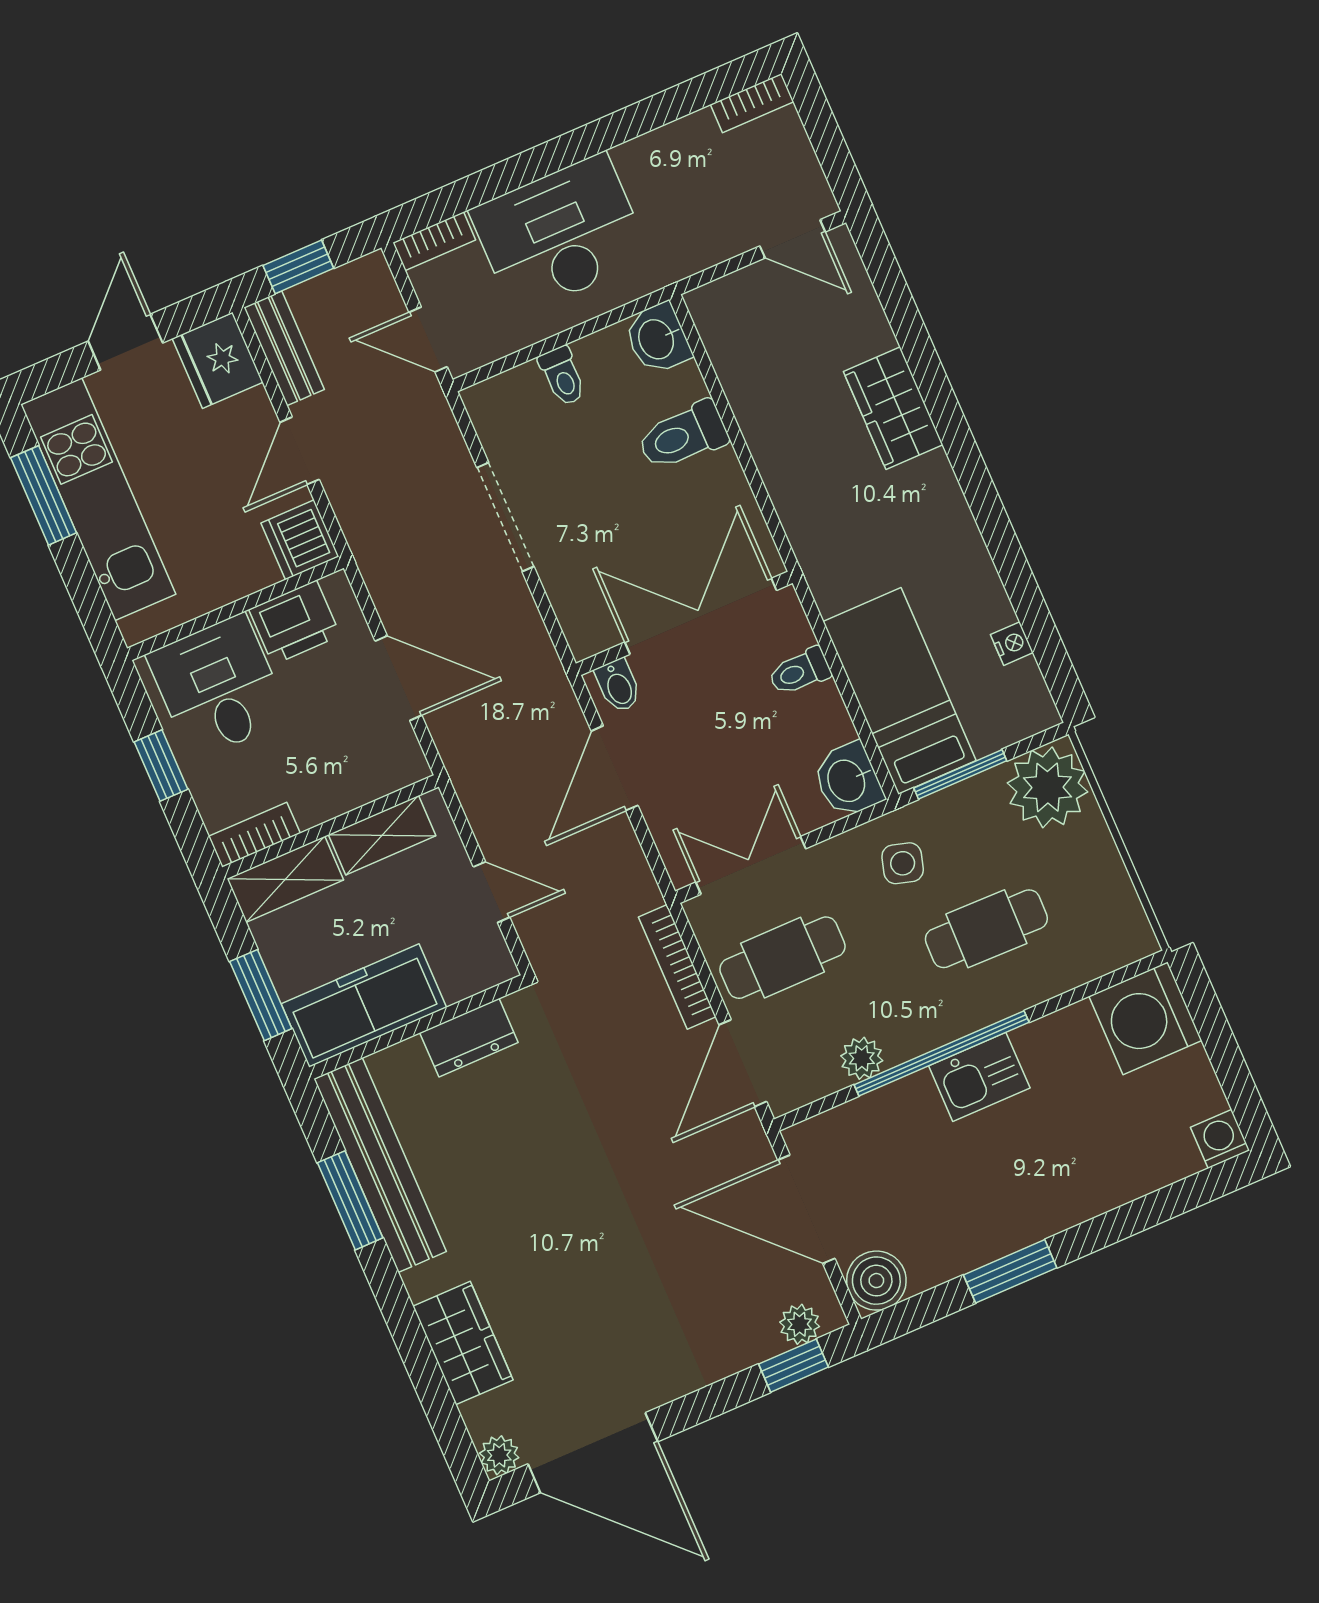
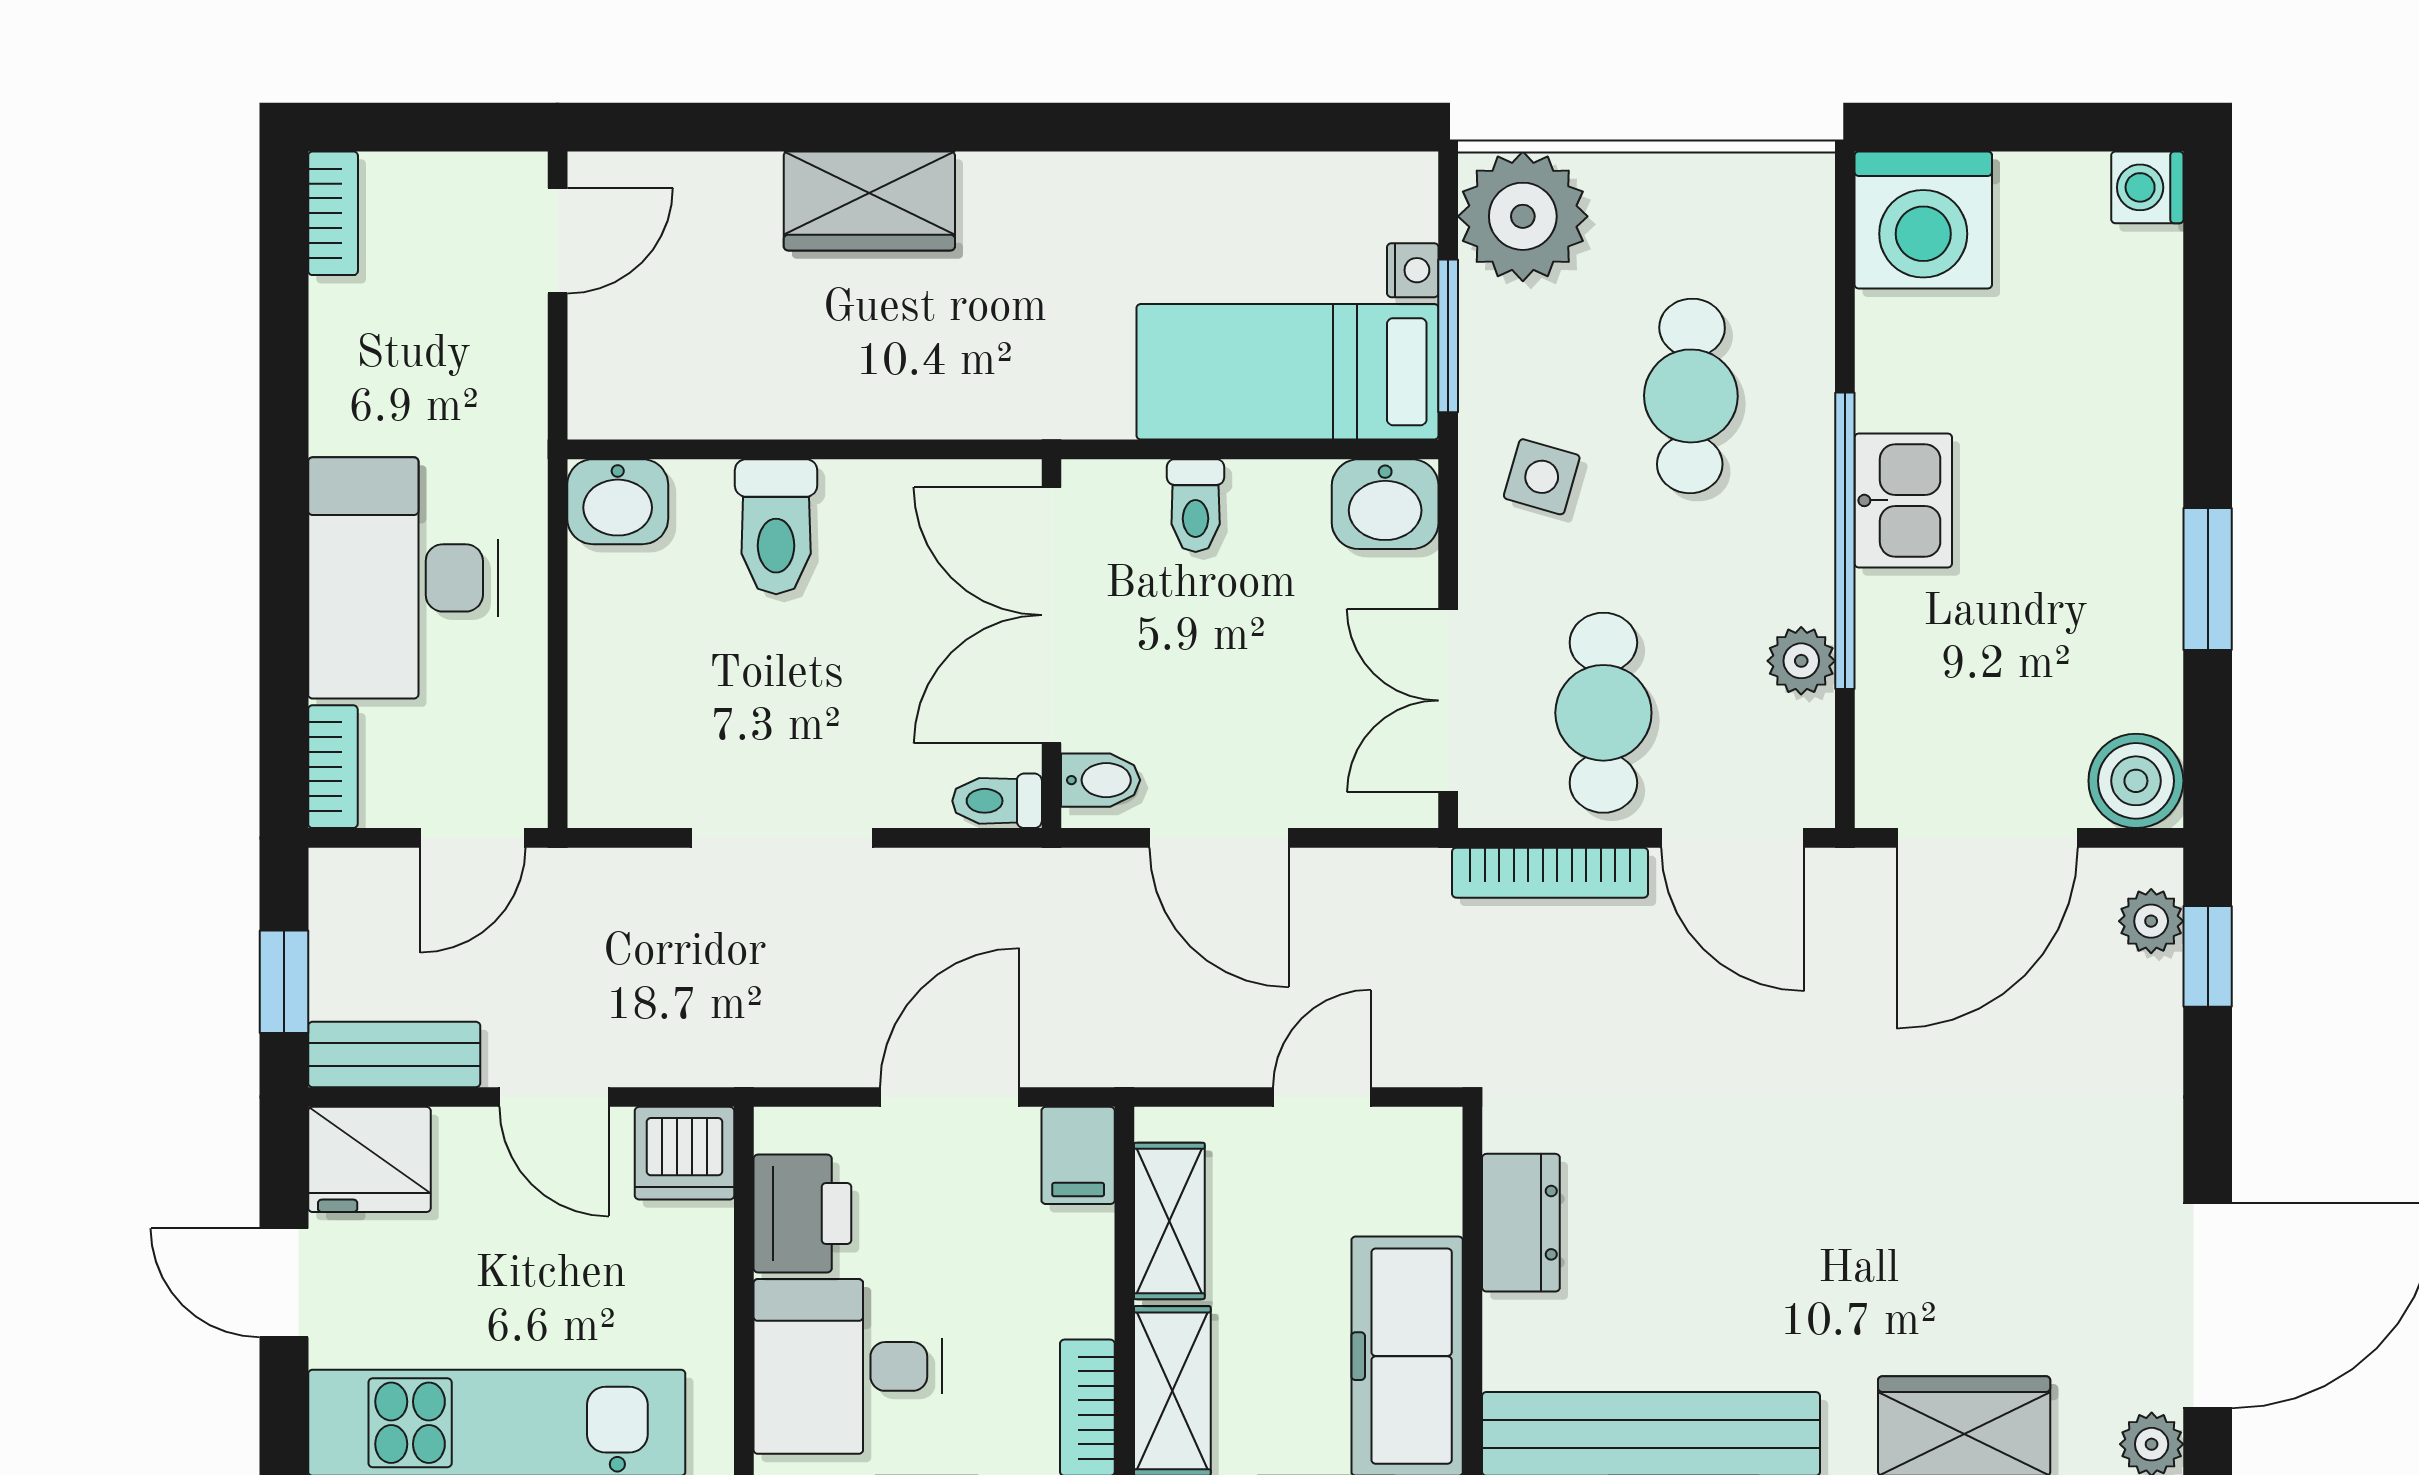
toilet: (562, 376) -> (997, 801), moved, turned 180
nightstand: (1012, 644) -> (1413, 270), moved, turned 90
filing cabinet: (397, 766) -> (1078, 1155), added

